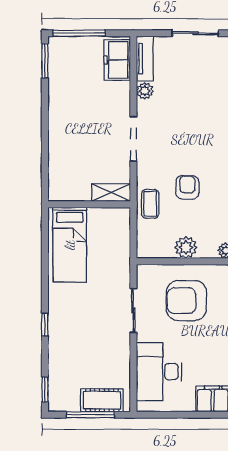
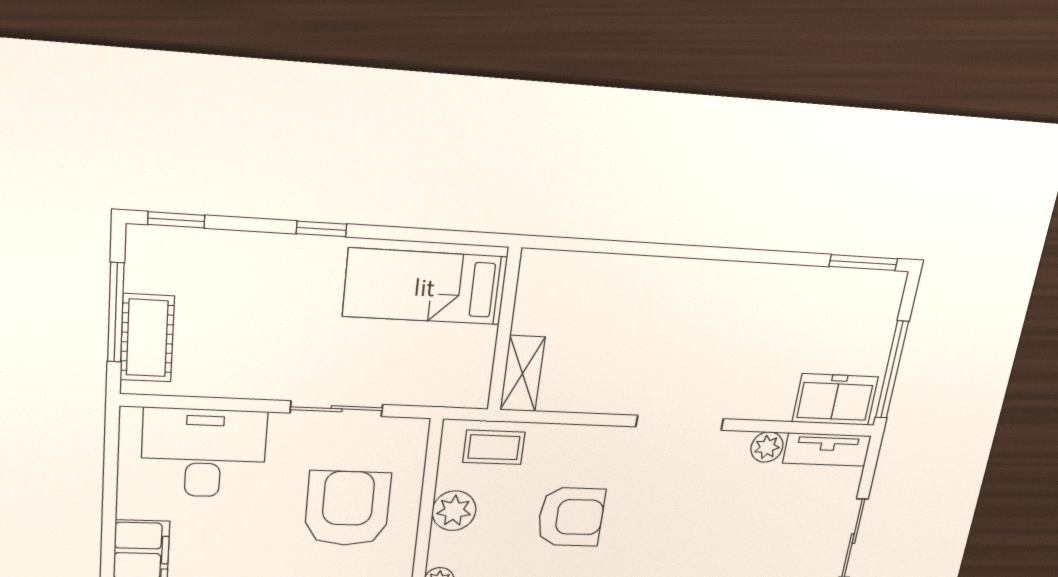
window: (79, 33) -> (892, 370), moved
armchair: (187, 187) -> (571, 517), width x1.38, depth x1.38
shelving: (111, 193) -> (523, 374), moved
wall: (89, 204) -> (504, 330), moved
coffee table: (150, 204) -> (494, 447), moved
bed: (70, 245) -> (425, 287), moved

